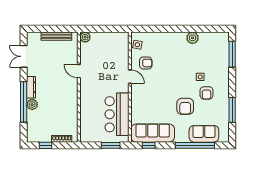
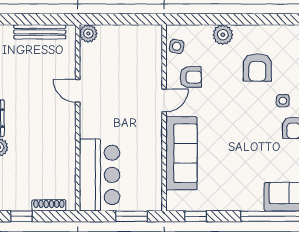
plant: (192, 38) -> (223, 35), moved
door: (130, 77) -> (164, 100), hinge flipped
armchair: (185, 106) -> (257, 67), moved
bar counter: (117, 114) -> (100, 175), moved, turned 180
sofa: (153, 133) -> (181, 153), moved, turned 90

